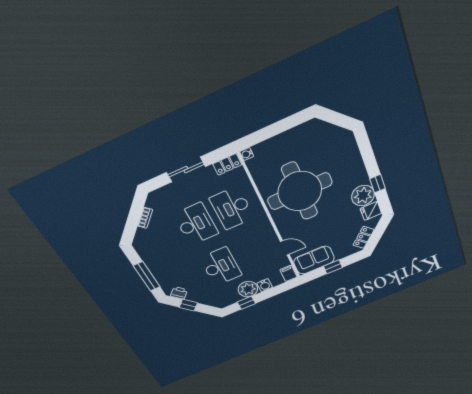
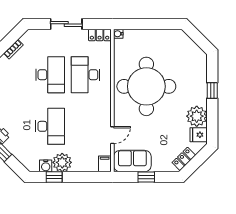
window: (377, 184) -> (212, 90), moved
door: (285, 248) -> (112, 135), hinge flipped
water cooler: (265, 285) -> (46, 166), moved

